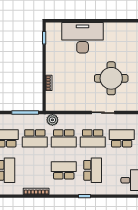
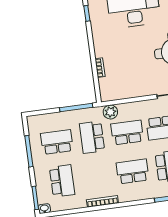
school desk: (35, 138) -> (92, 137), turned 90
school desk: (64, 138) -> (127, 132), turned 180

